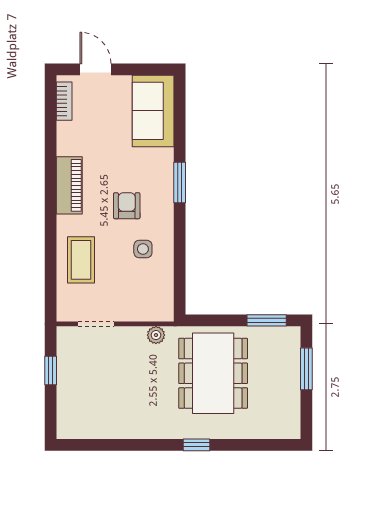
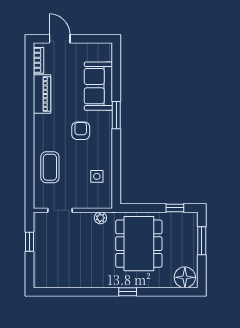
sofa: (153, 111) -> (98, 86), moved
piano: (69, 185) -> (42, 94), moved
side table: (143, 249) -> (97, 176), moved
window: (267, 320) -> (175, 208), width x0.67
floor lamp: (281, 423) -> (185, 277), added

